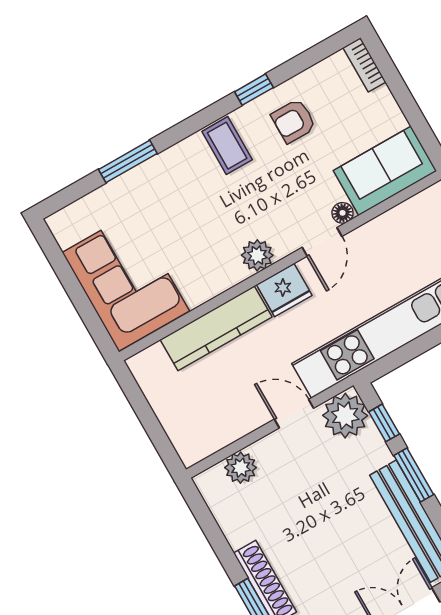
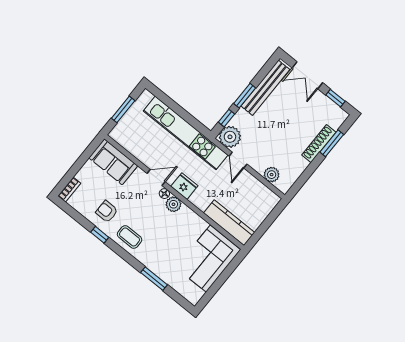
armchair: (294, 121) -> (107, 211), turned 180
coffee table: (227, 146) -> (130, 237), turned 90
floor lamp: (343, 213) -> (164, 194), moved
kitchen counter: (216, 328) -> (229, 223), moved

